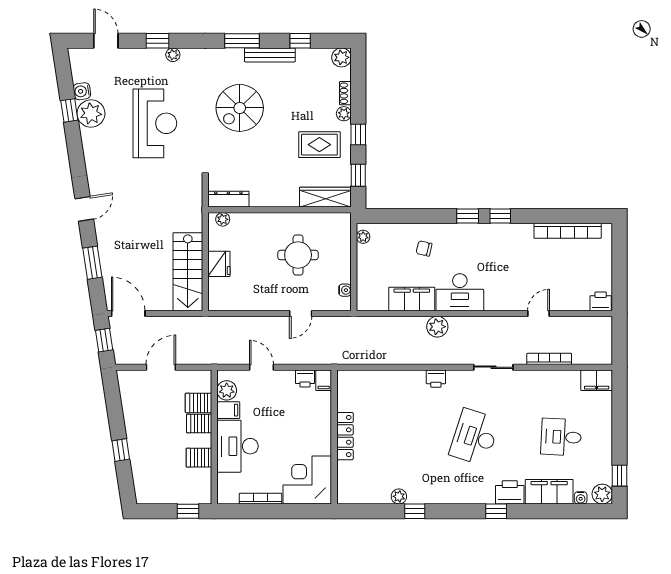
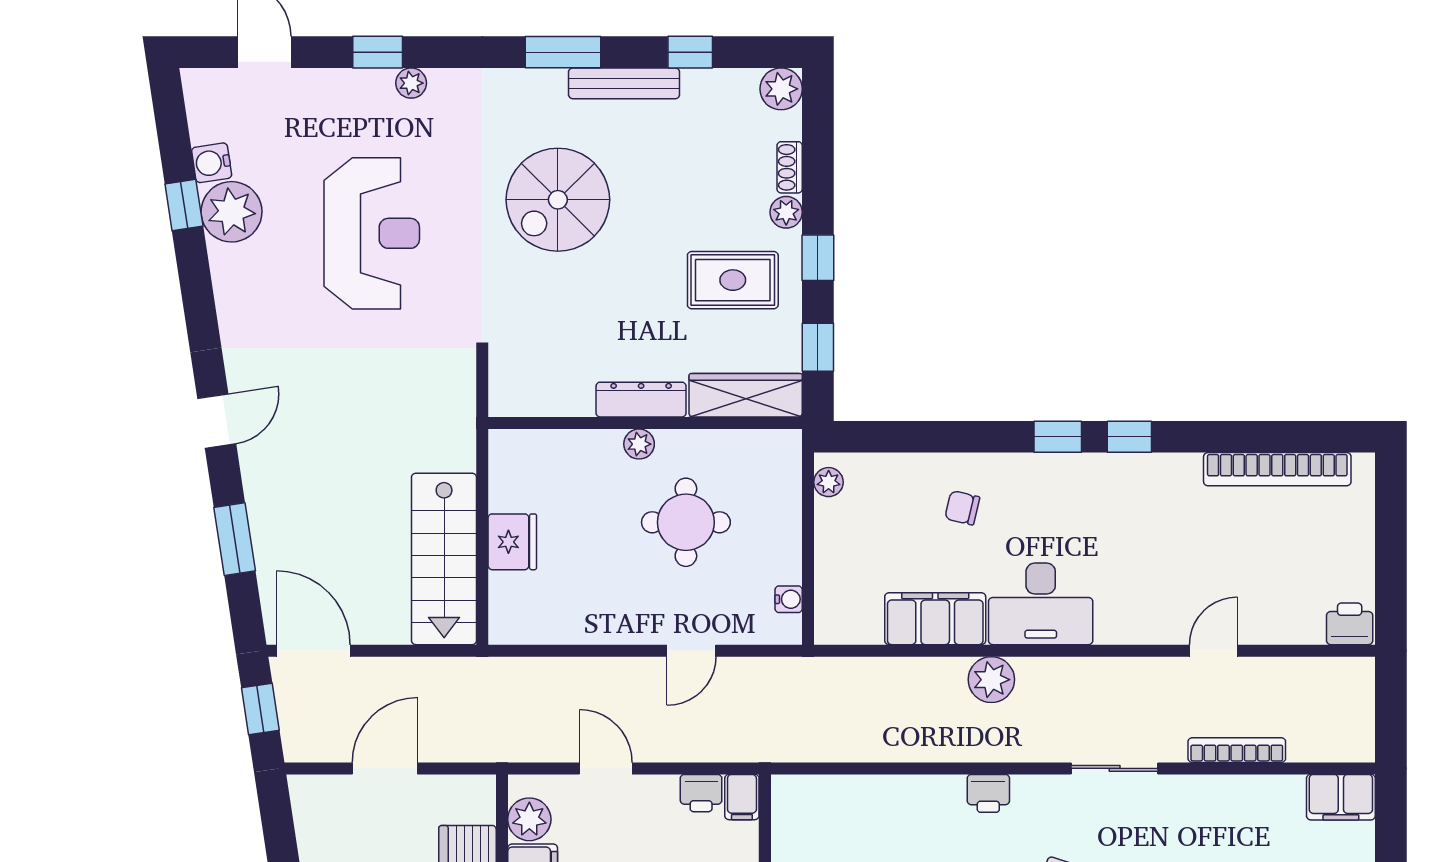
dresser: (228, 199) -> (641, 400), moved
plant: (223, 219) -> (639, 444), moved

